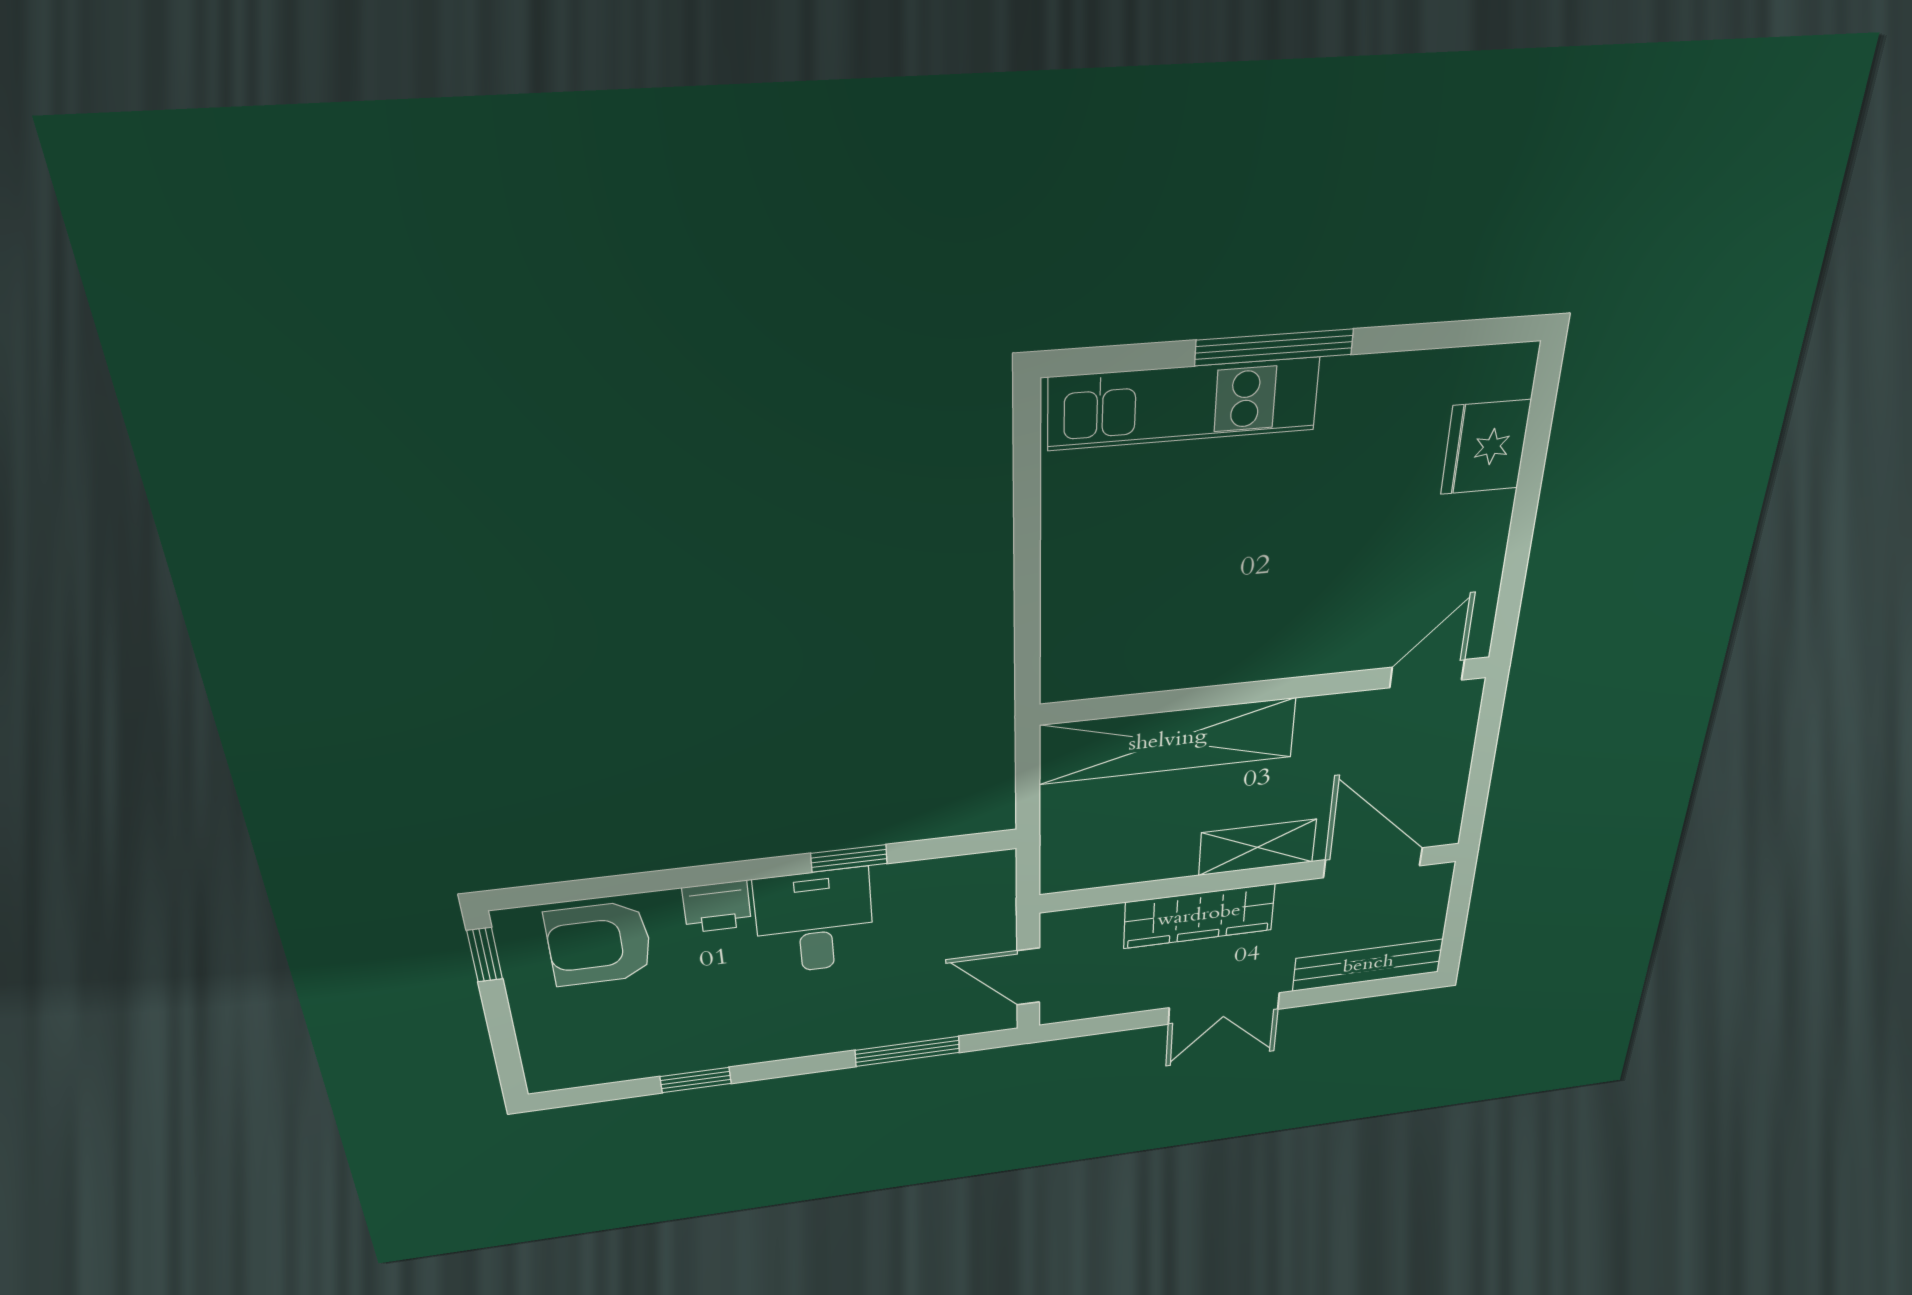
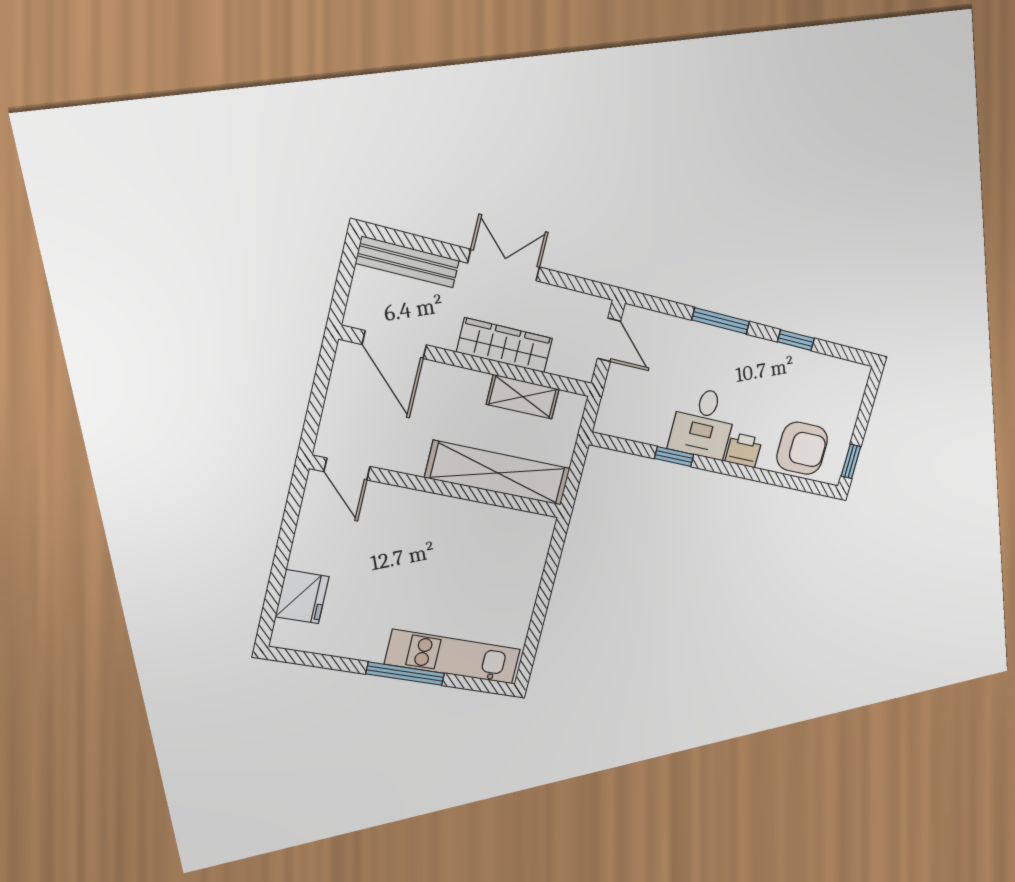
door: (1427, 674) -> (347, 469), hinge flipped
shelving: (1257, 847) -> (523, 397), moved
window: (907, 1051) -> (721, 321), moved

